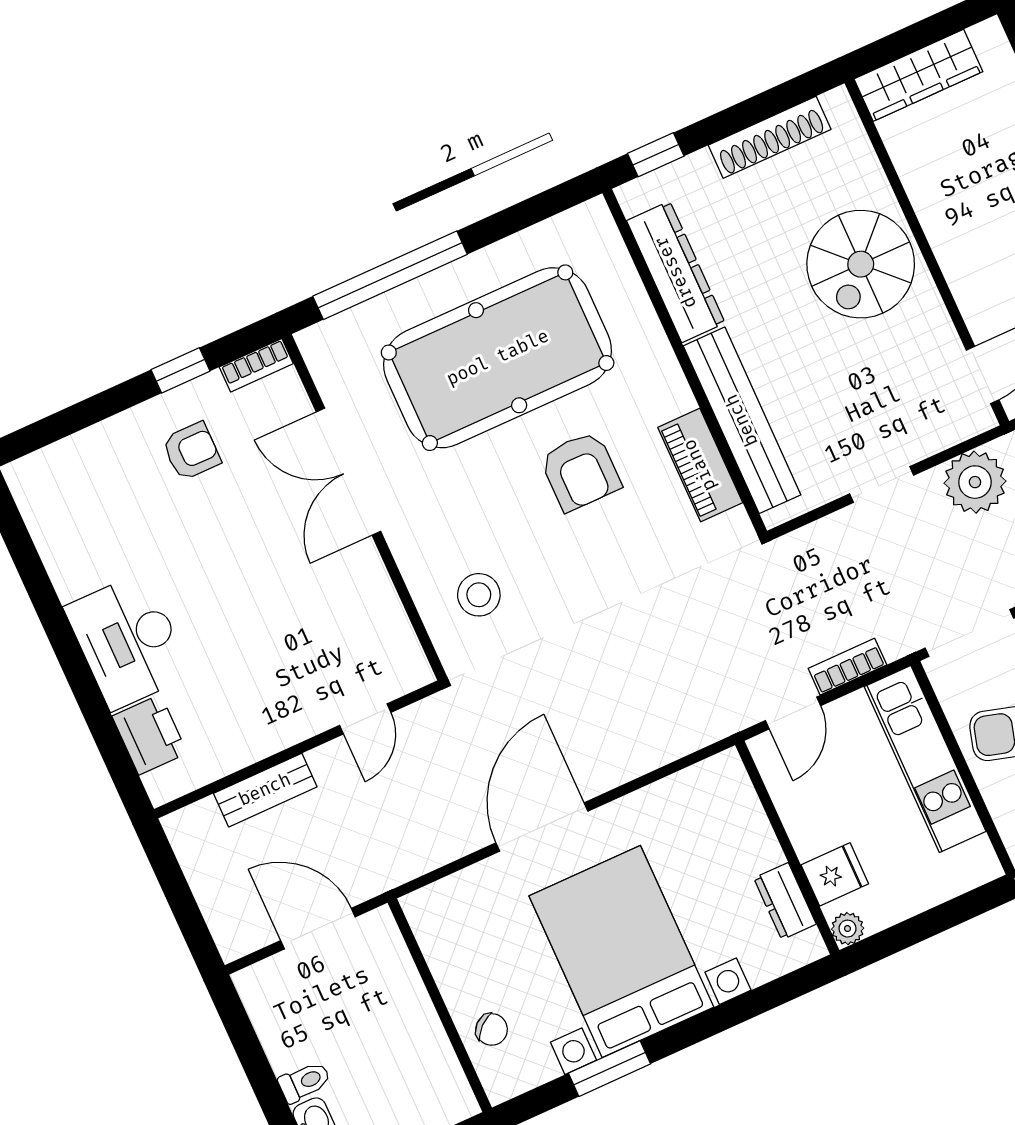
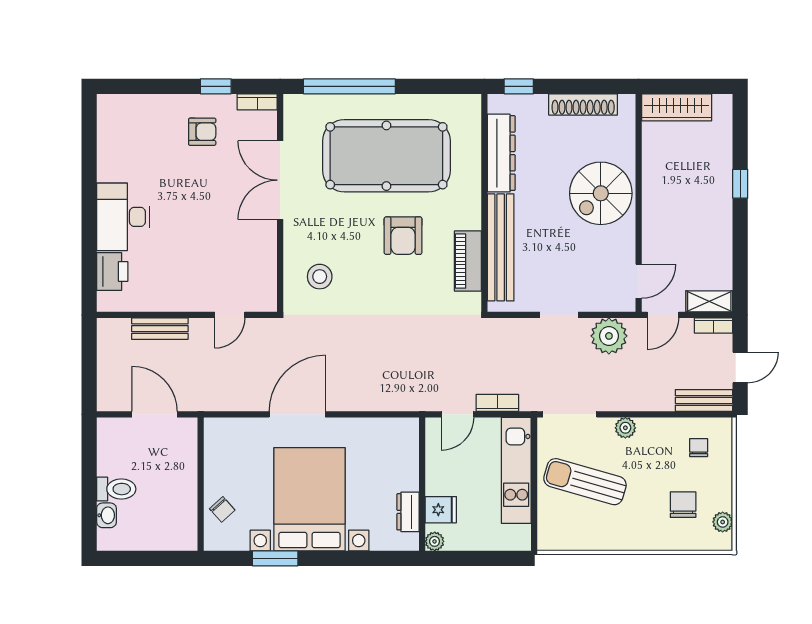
toilet: (305, 1082) -> (116, 489), width x1.37, depth x1.39

